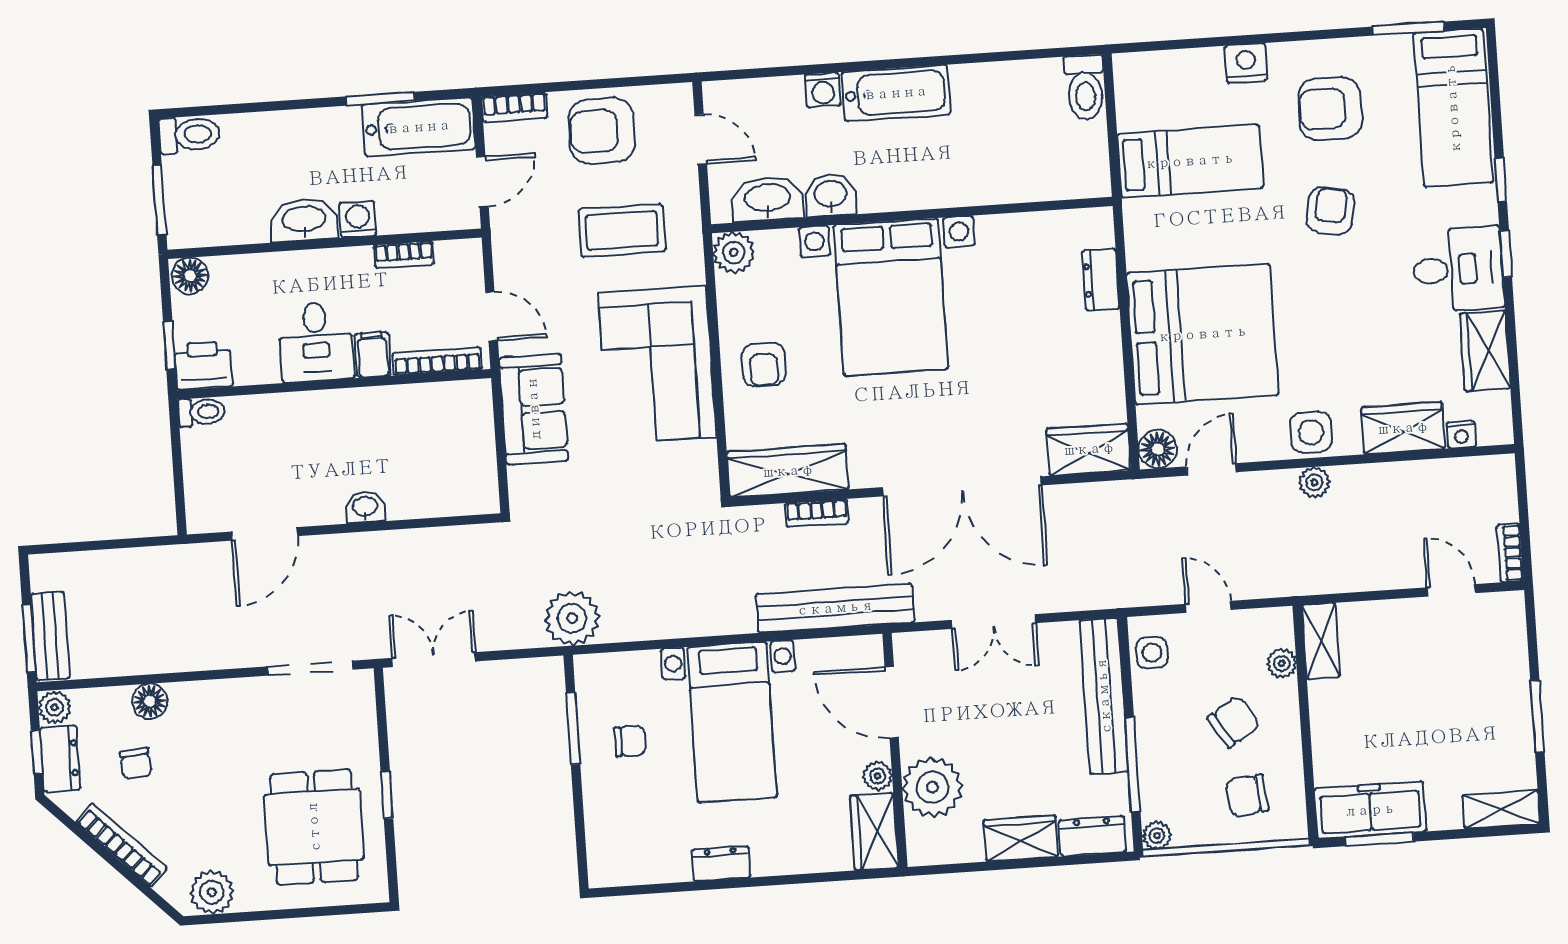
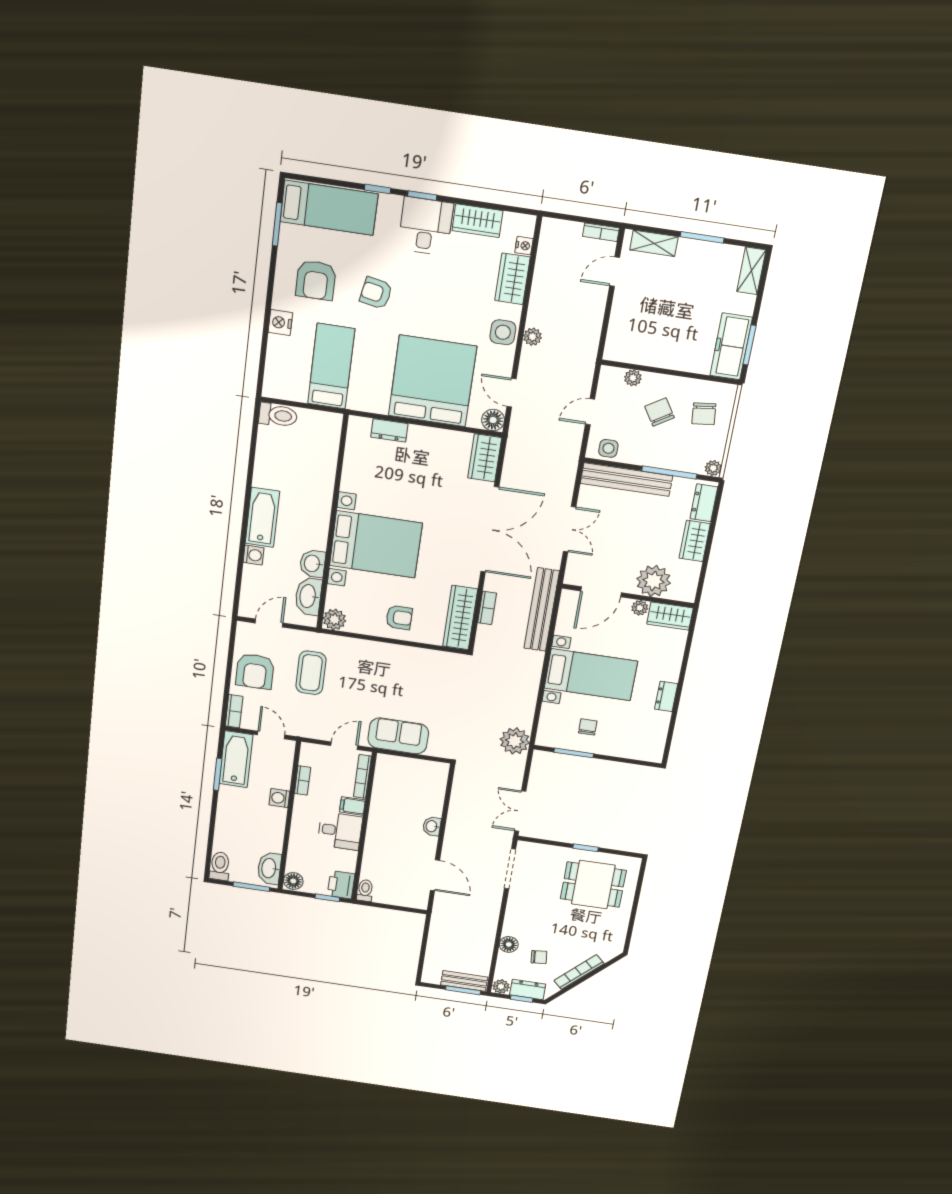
washbasin: (304, 220) -> (269, 868), moved
corner sofa: (657, 365) -> (388, 671), removed
shelving: (1321, 641) -> (654, 243), moved
plant: (212, 892) -> (614, 937), removed

